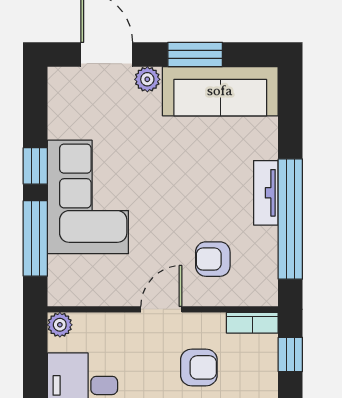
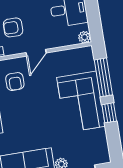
armchair: (213, 259) -> (15, 82), turned 90

